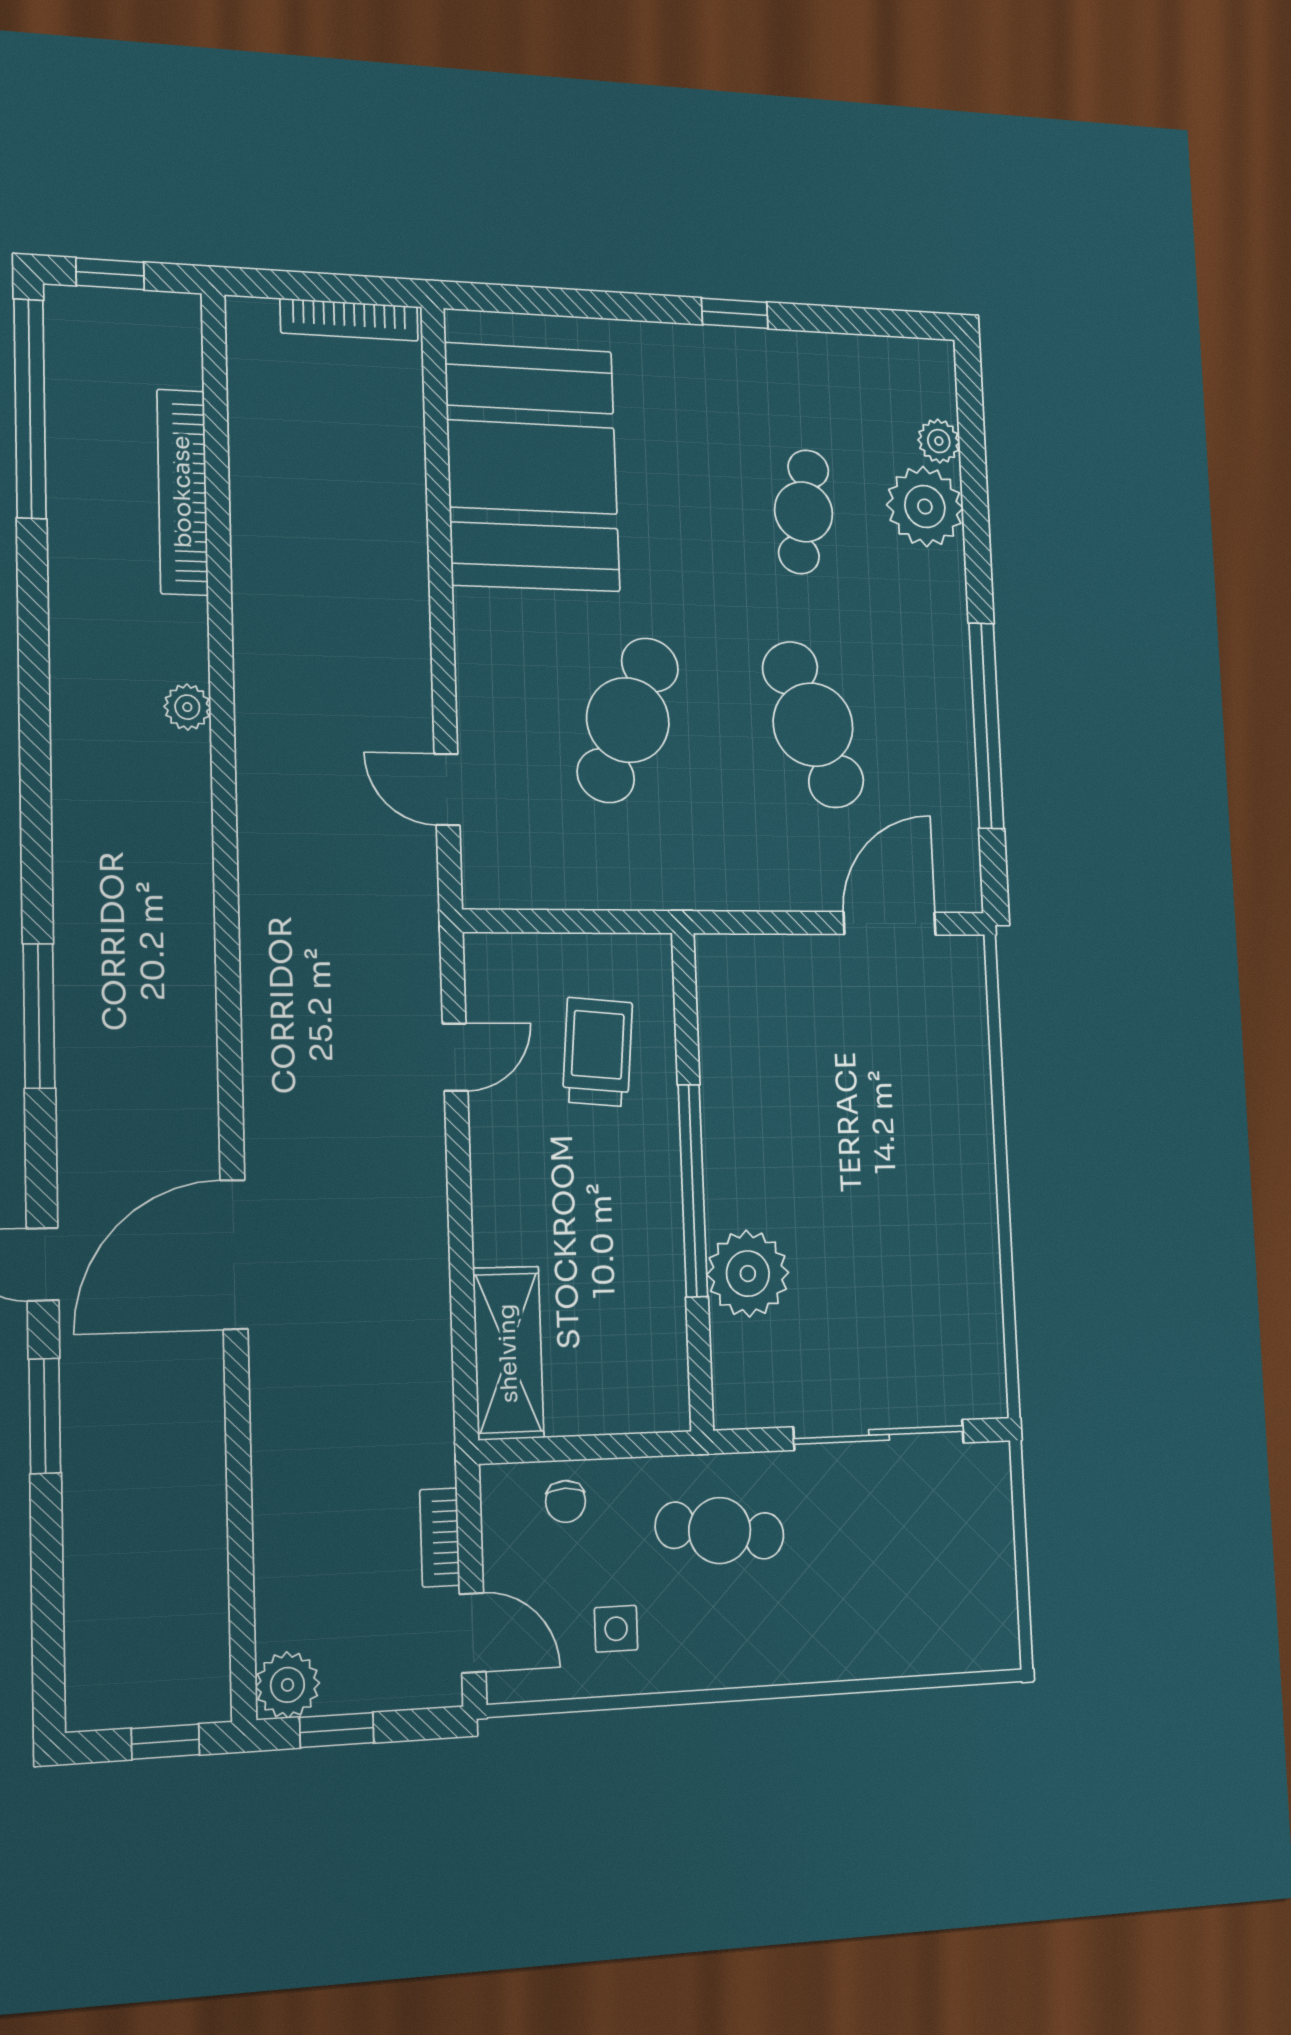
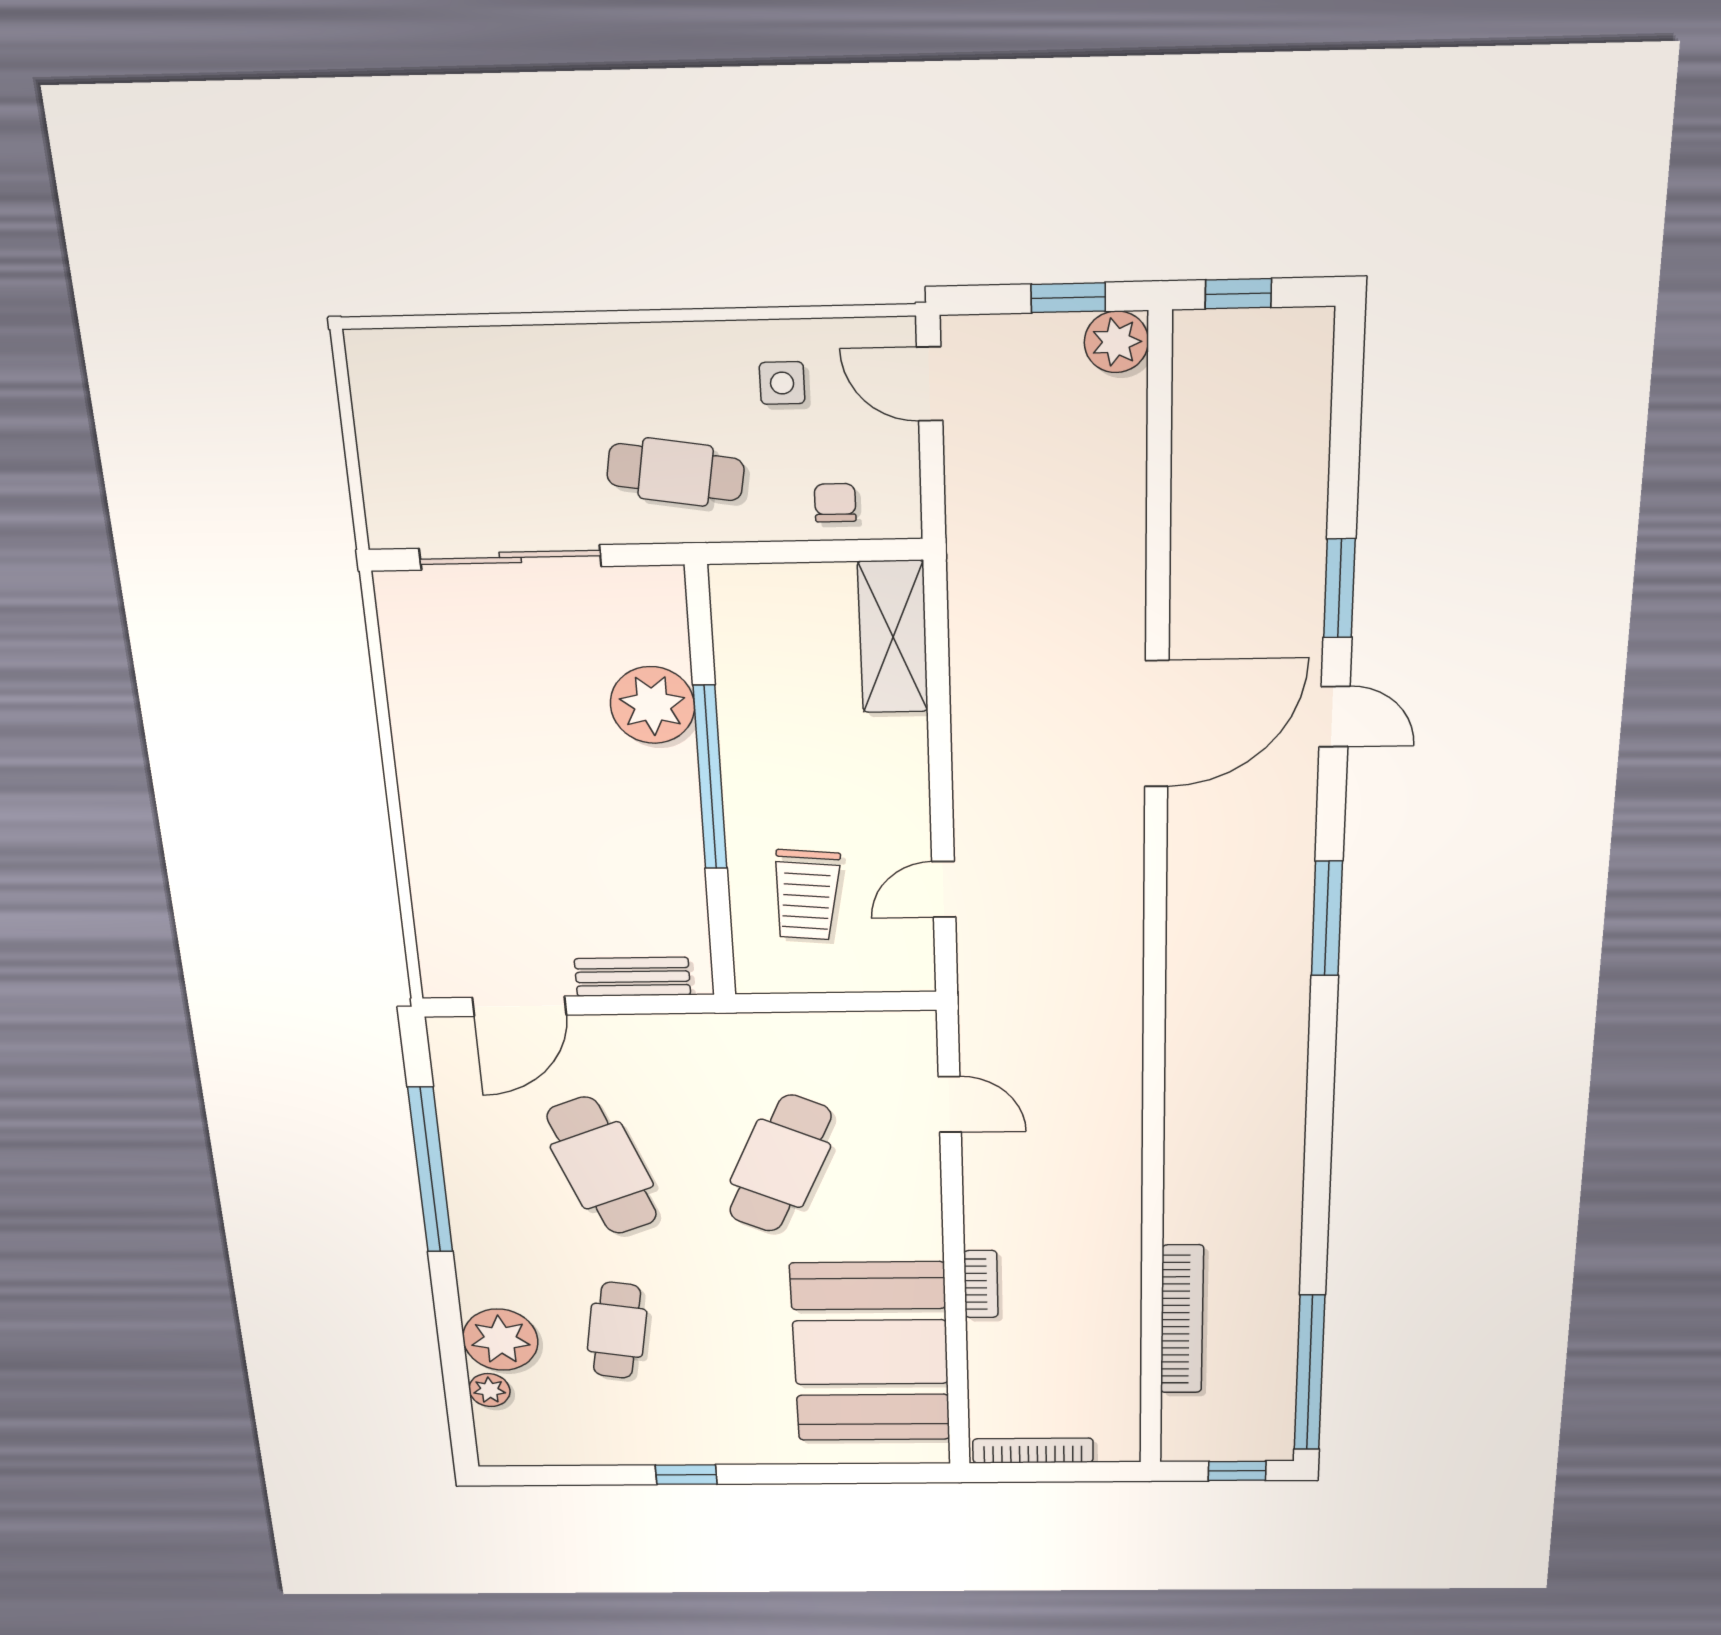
plant: (187, 707) -> (1184, 1161), removed
bench: (776, 956) -> (633, 977), added
bookcase: (440, 1537) -> (981, 1284), moved

